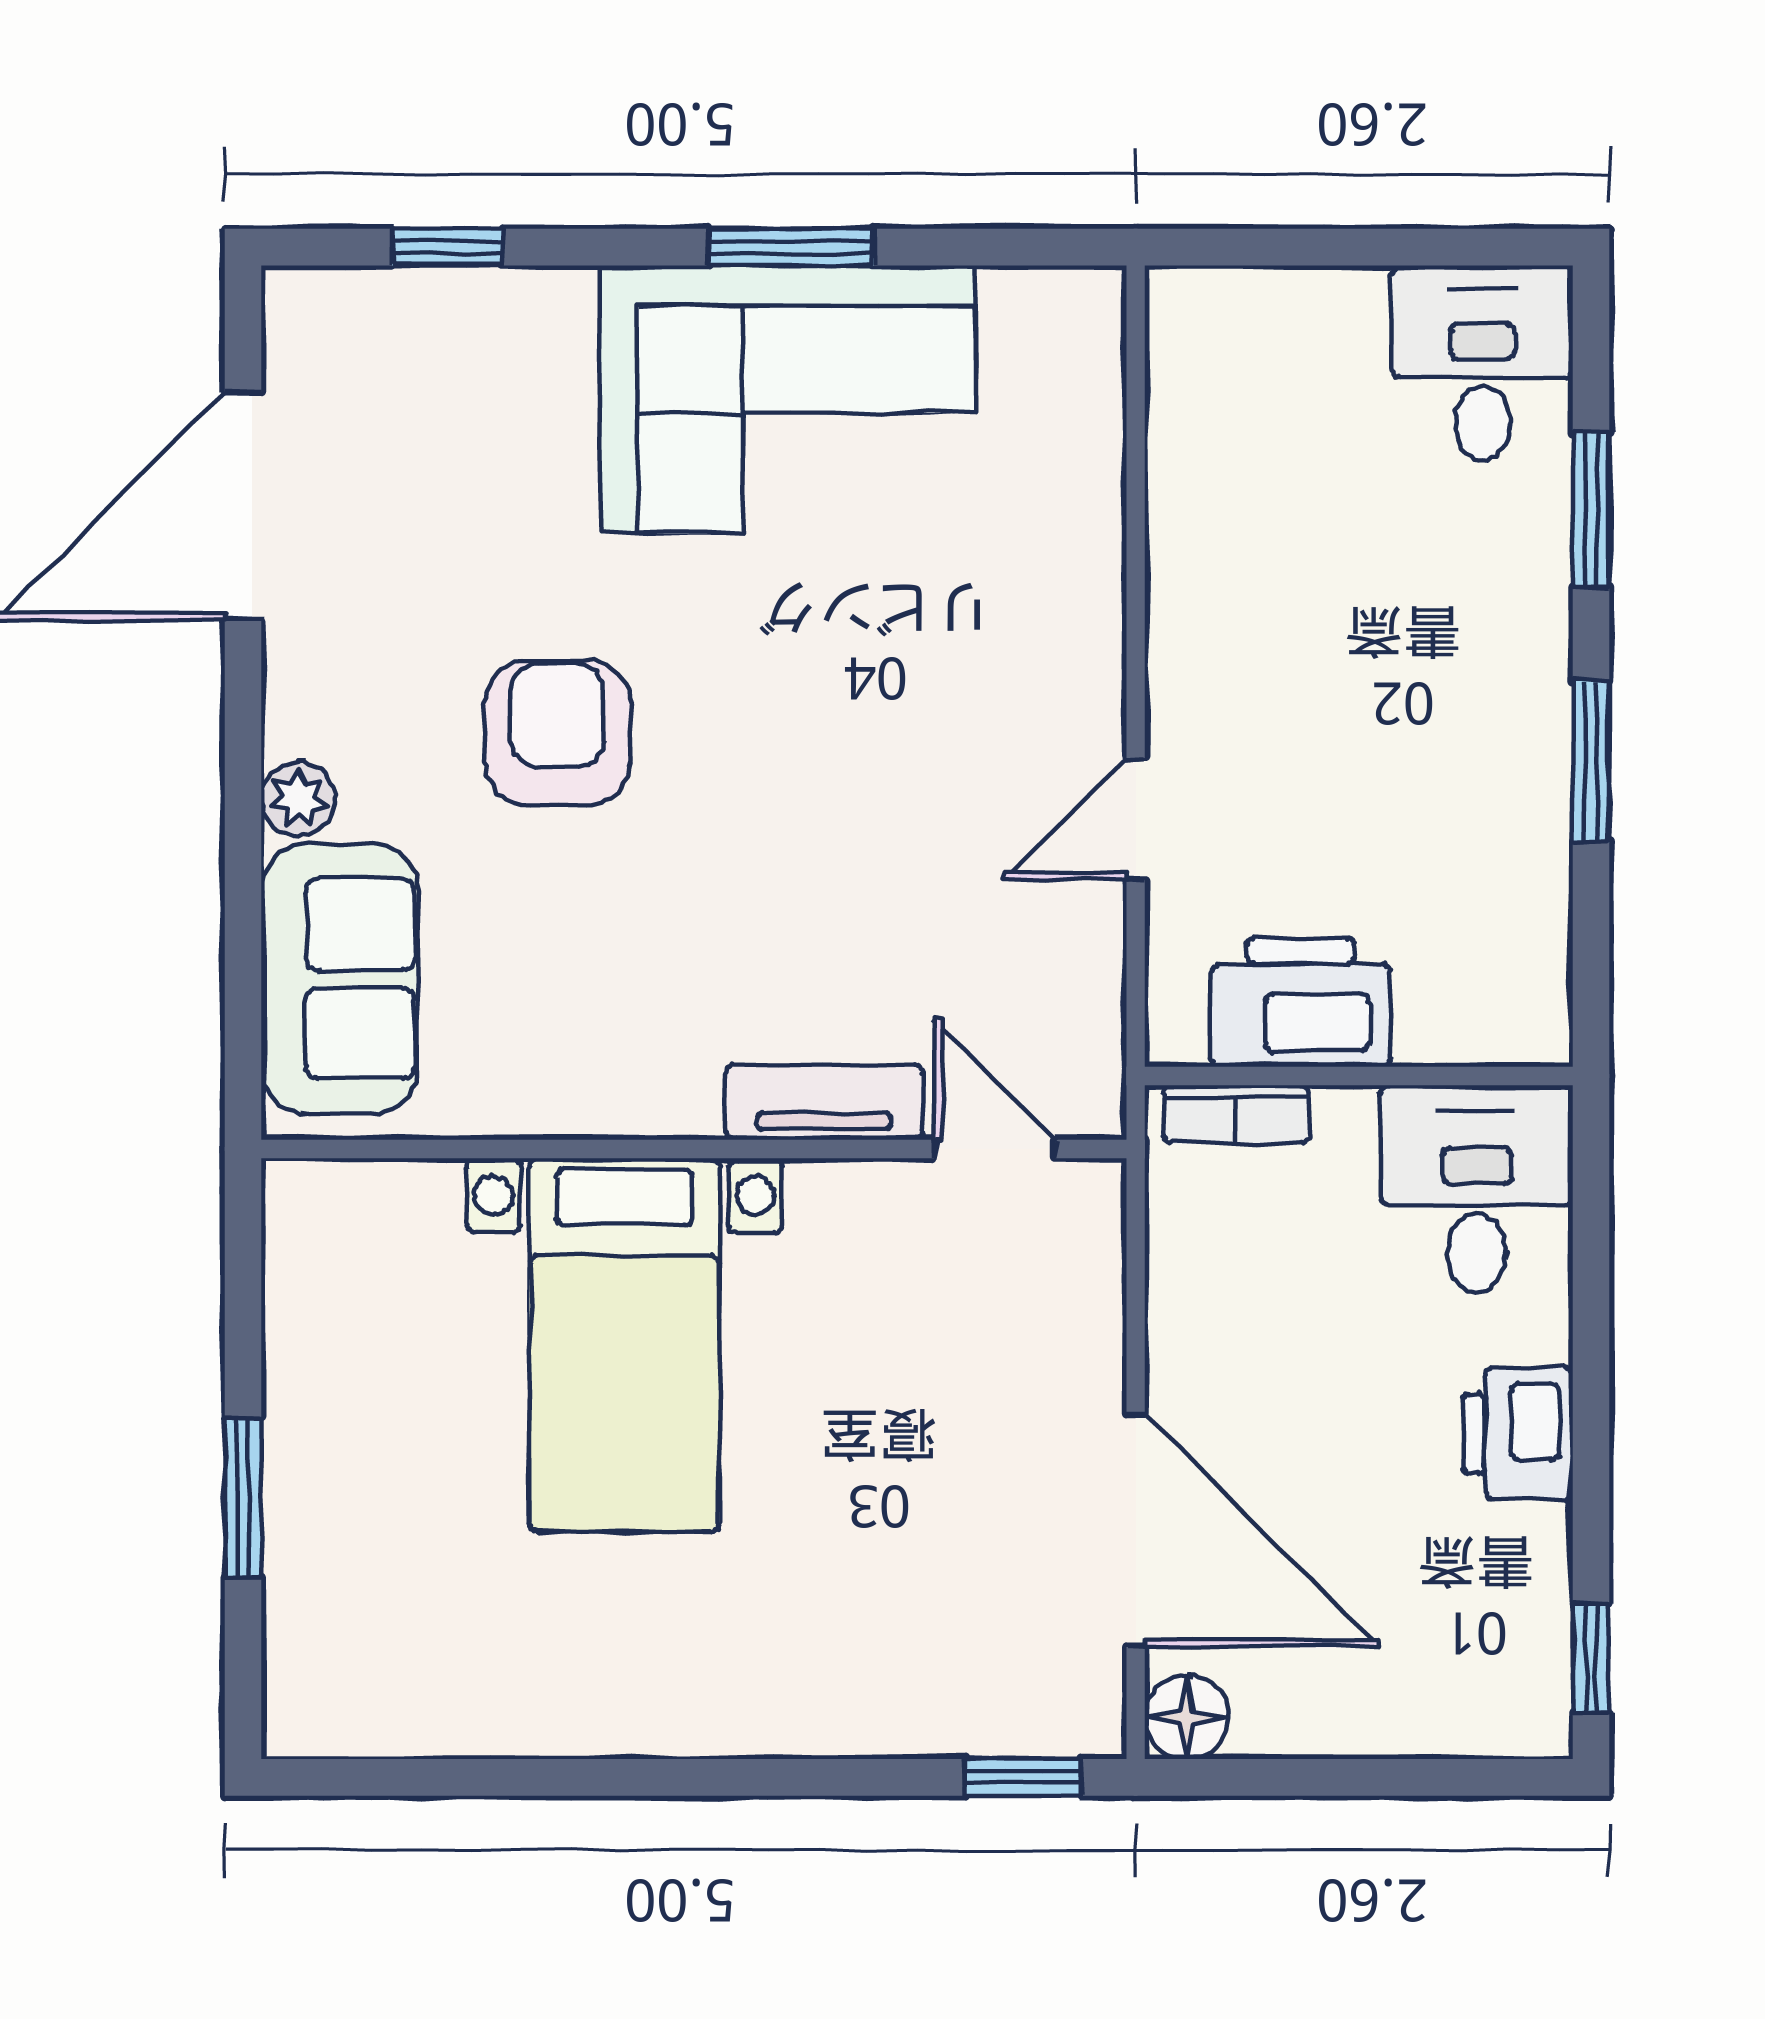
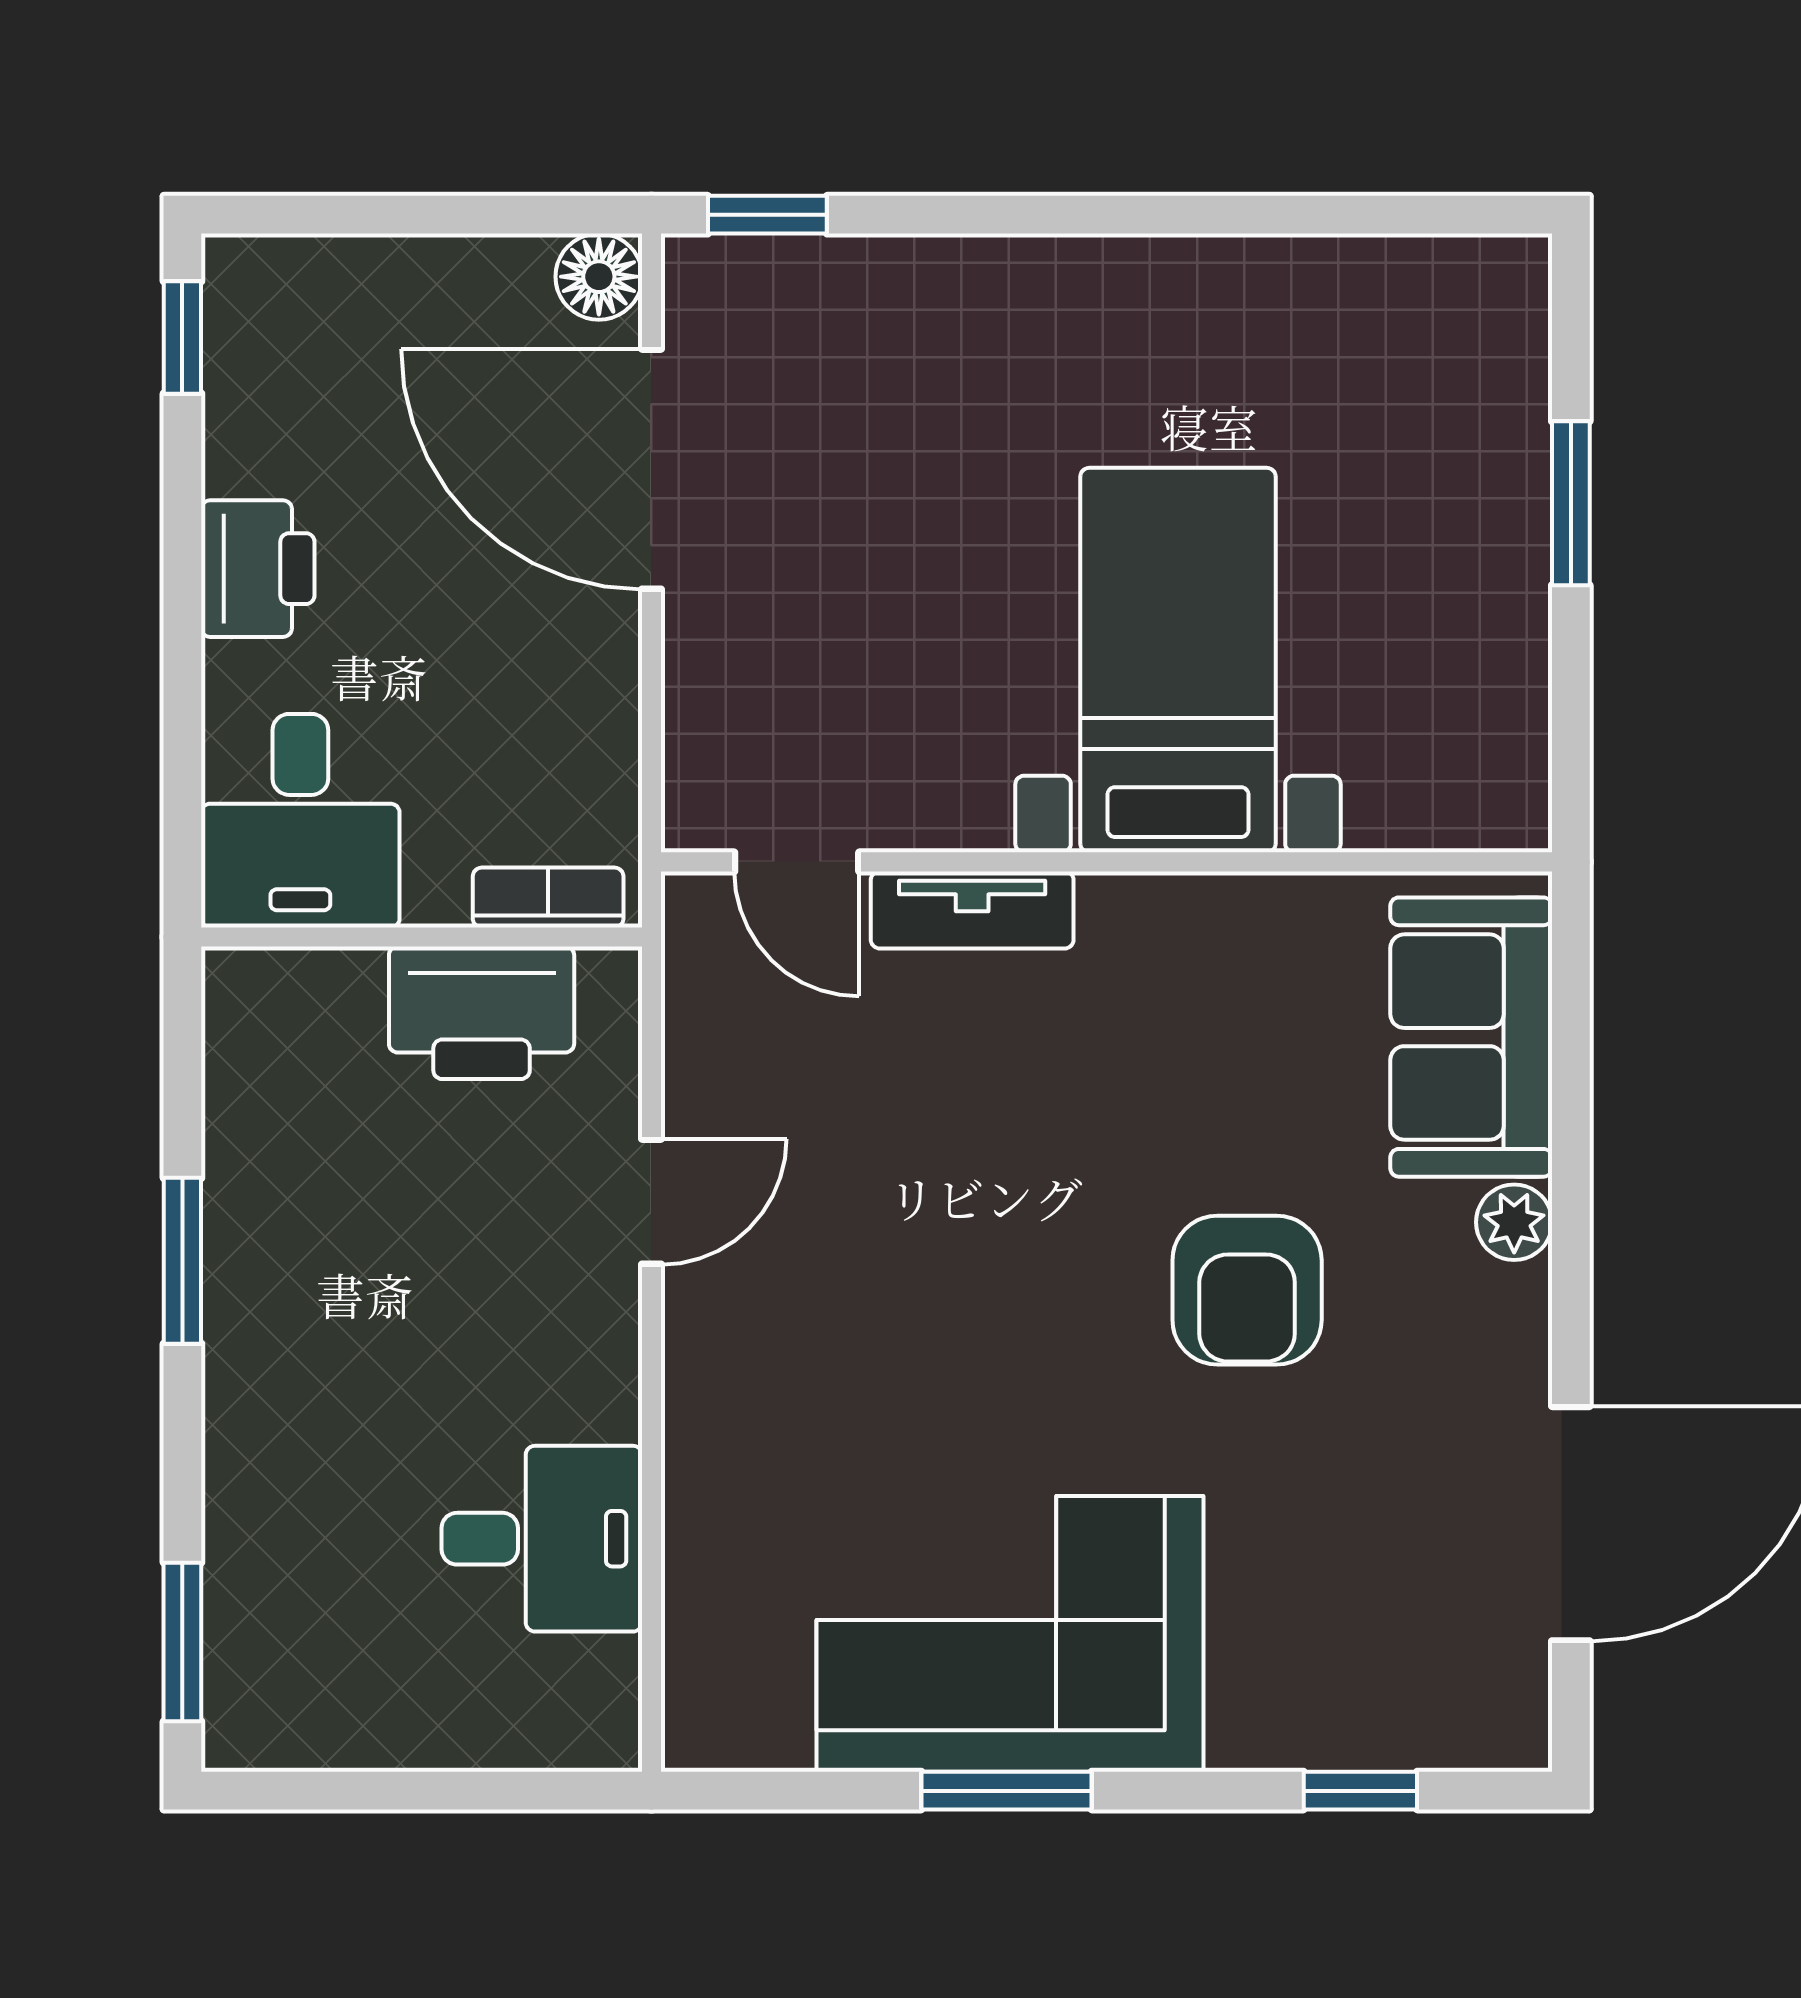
desk: (1483, 363) -> (542, 1539), moved, turned -90
window: (1591, 510) -> (182, 1642), moved

